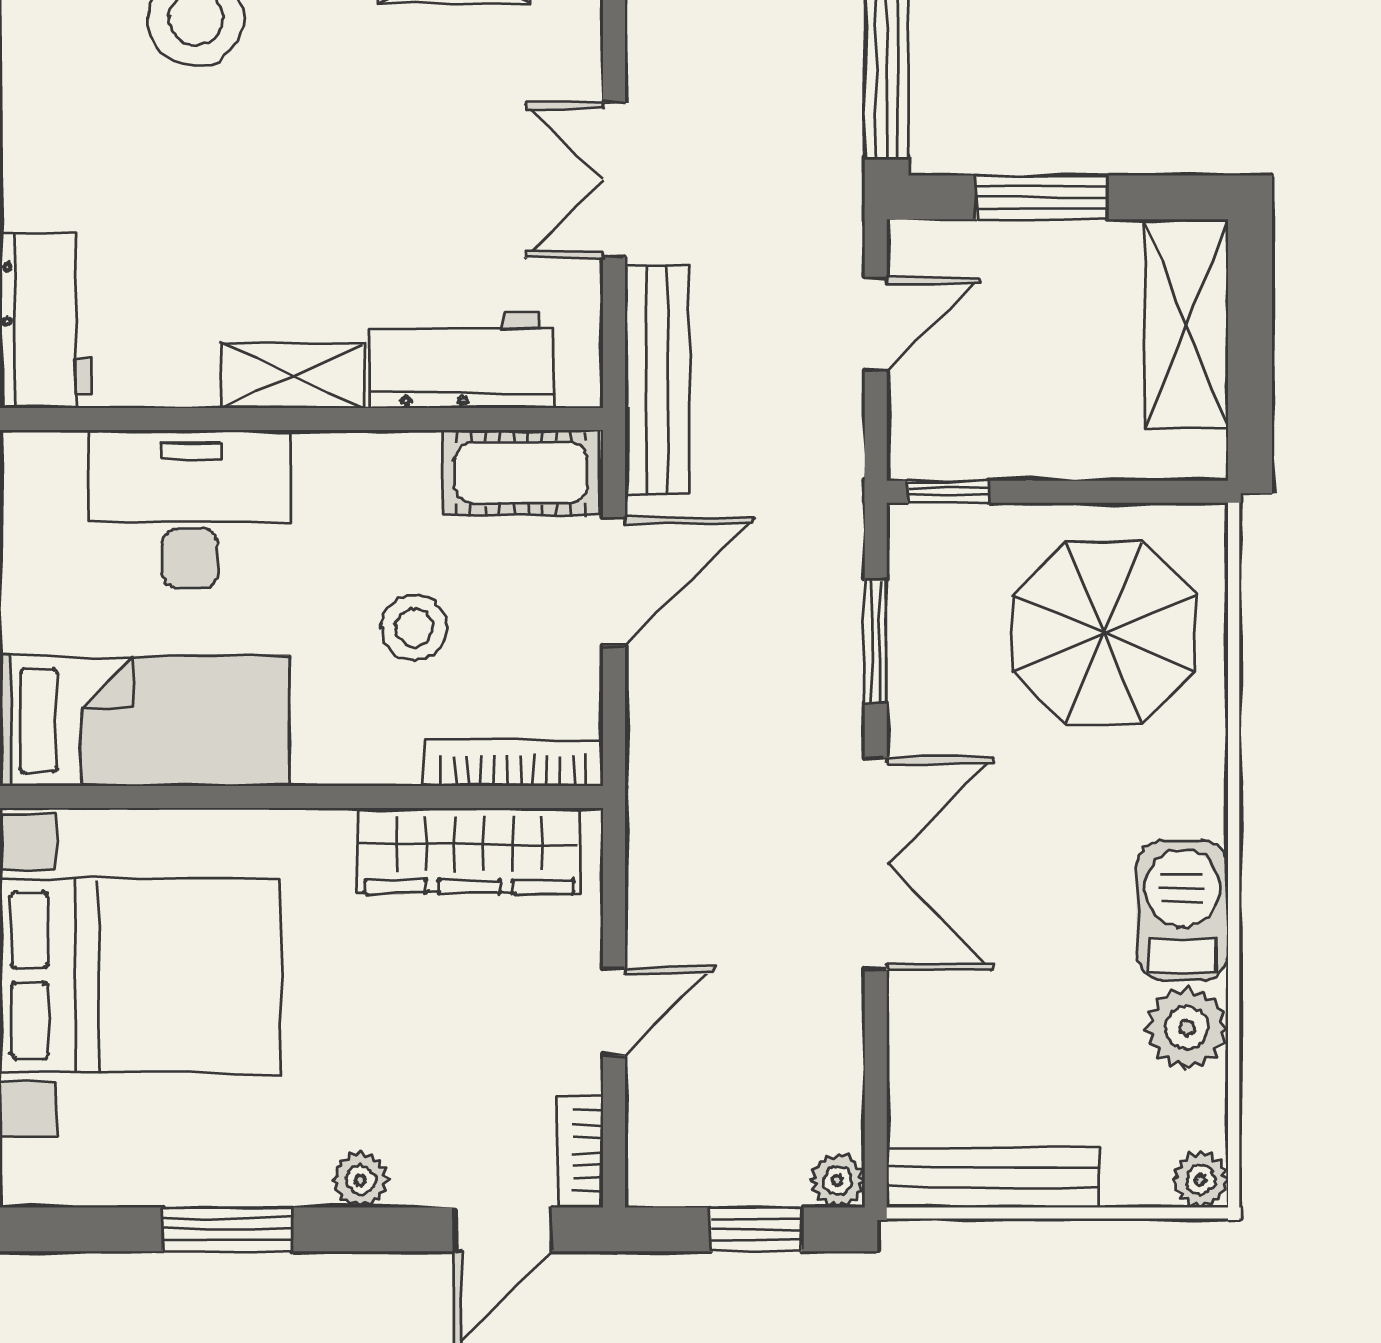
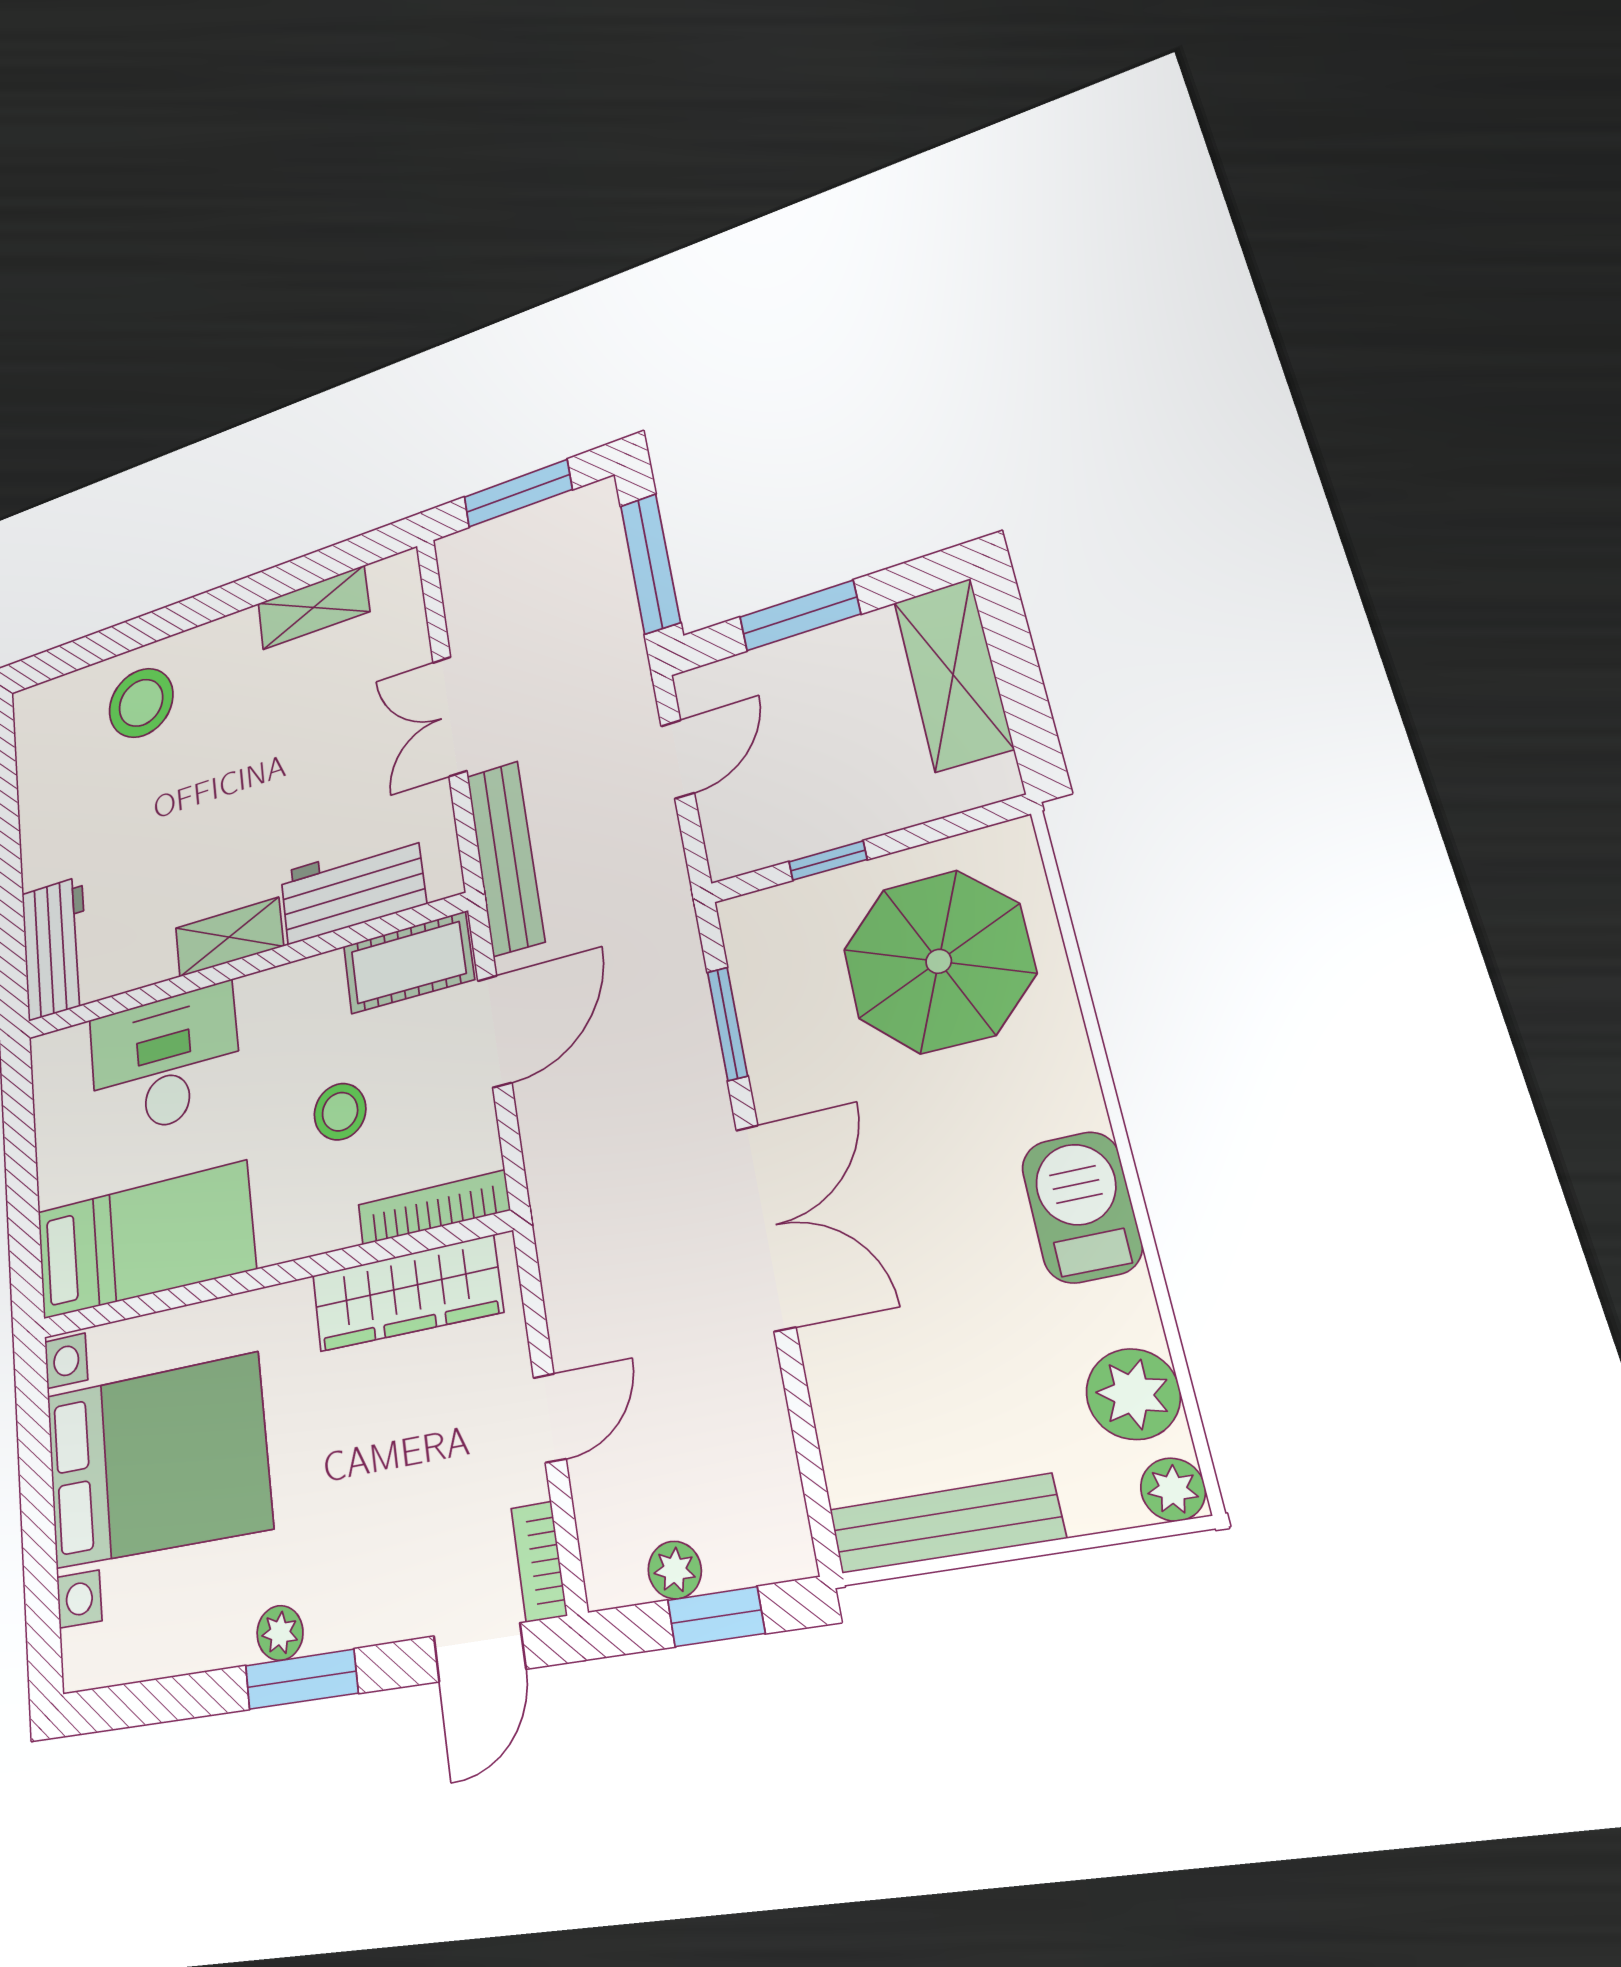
window: (948, 492) -> (828, 861), moved
plant: (1187, 1028) -> (1133, 1394), moved
plant: (360, 1180) -> (280, 1633), moved
plant: (837, 1180) -> (675, 1570), moved
window: (227, 1229) -> (301, 1679), moved

